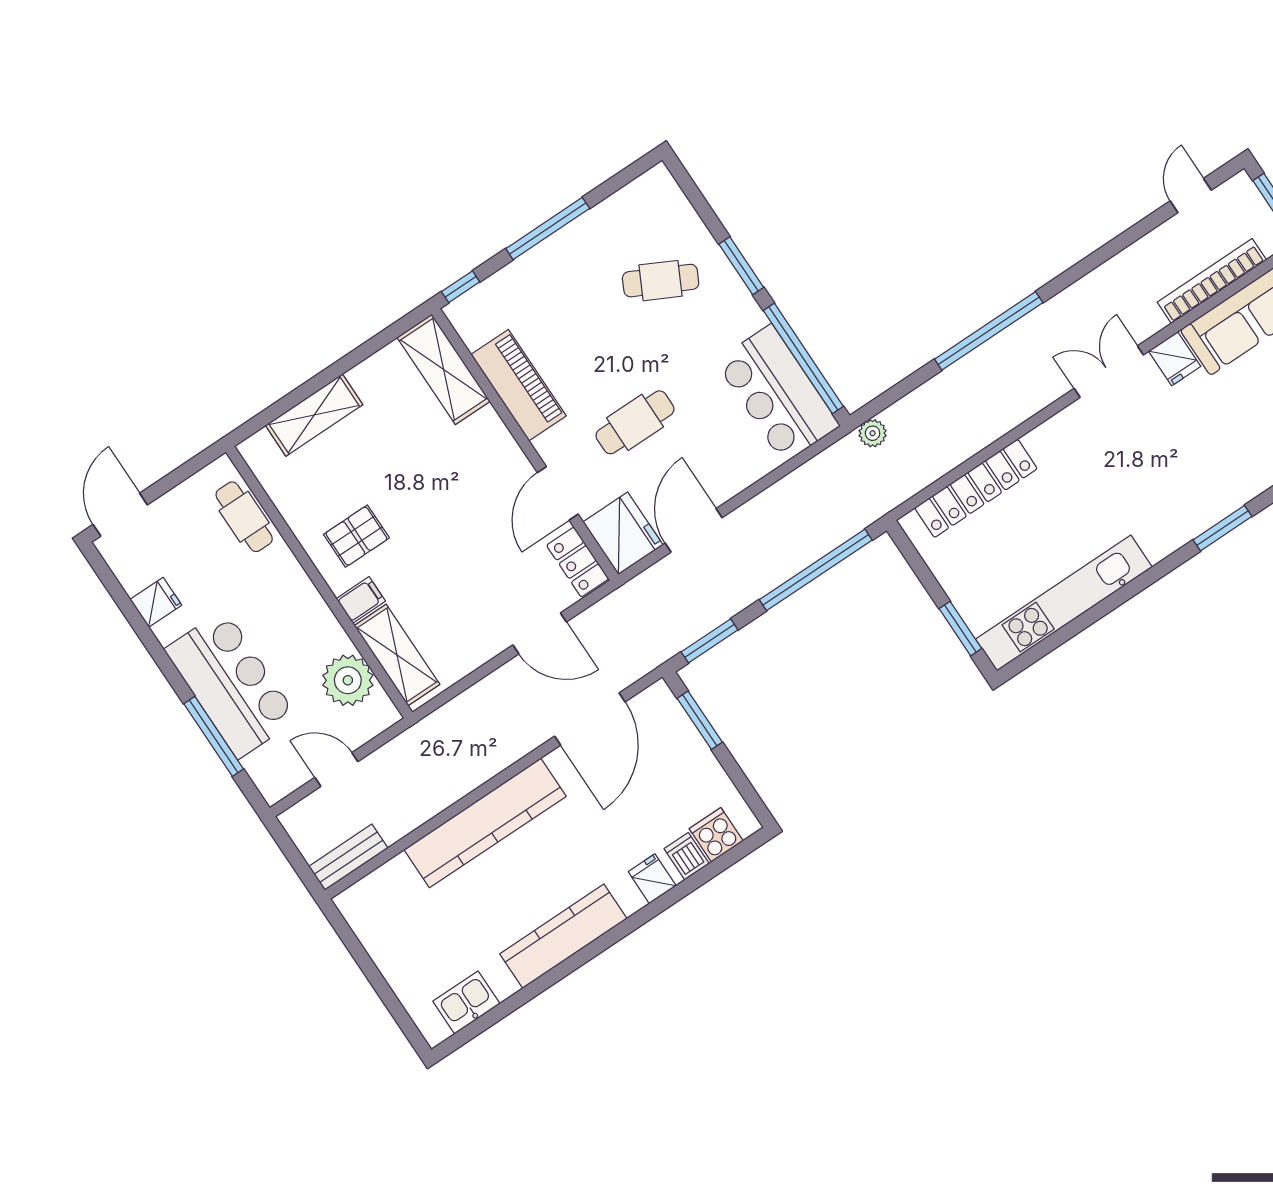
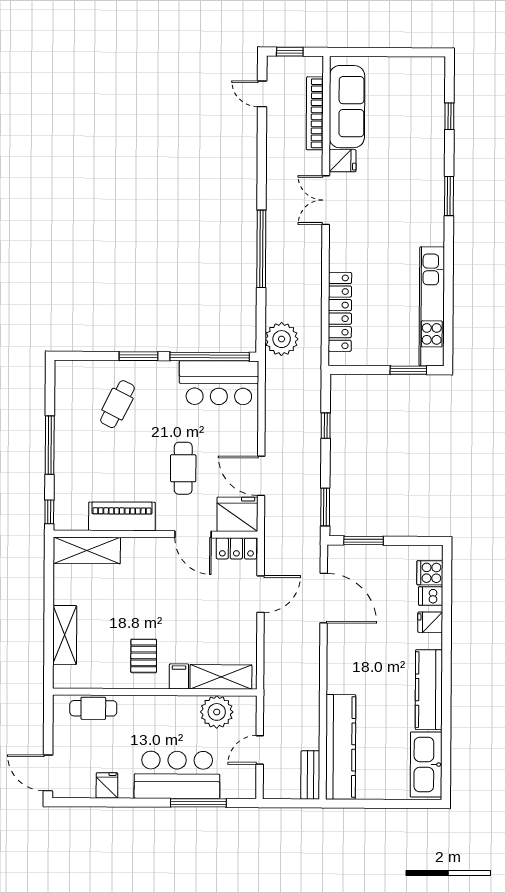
plant: (873, 433) -> (282, 339), width x1.87, depth x1.87
window: (816, 570) -> (326, 426), width x0.32
kitchen counter: (485, 823) -> (341, 747), moved
kitchen sink: (466, 1002) -> (426, 764), width x1.88, depth x1.24

